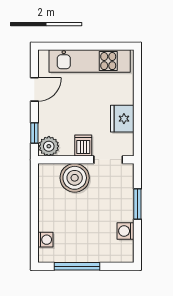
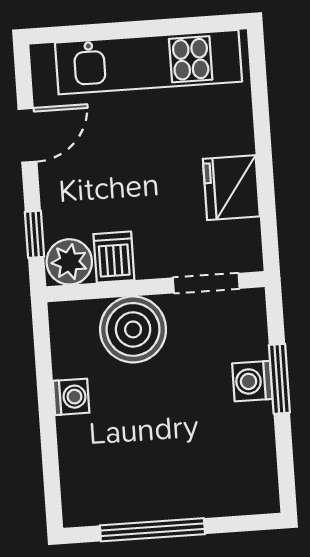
dishwasher: (83, 145) -> (114, 257), moved
washing machine: (125, 231) -> (252, 381), moved
washing machine: (45, 240) -> (71, 397), moved

